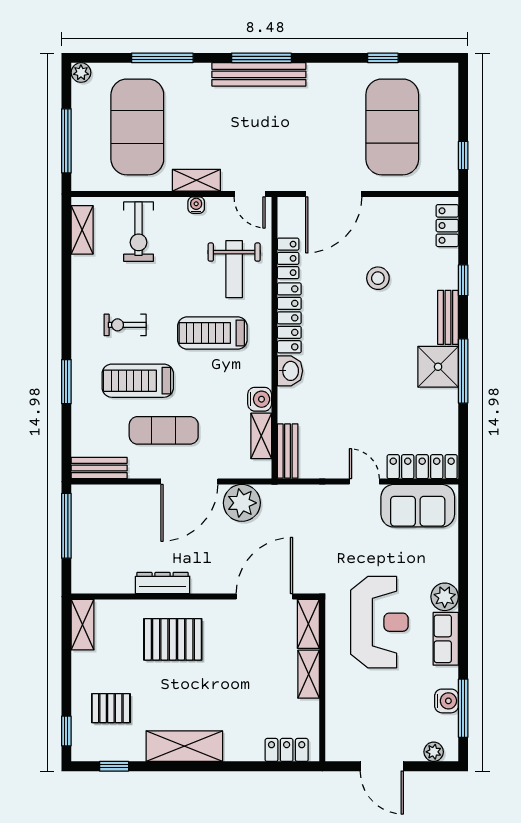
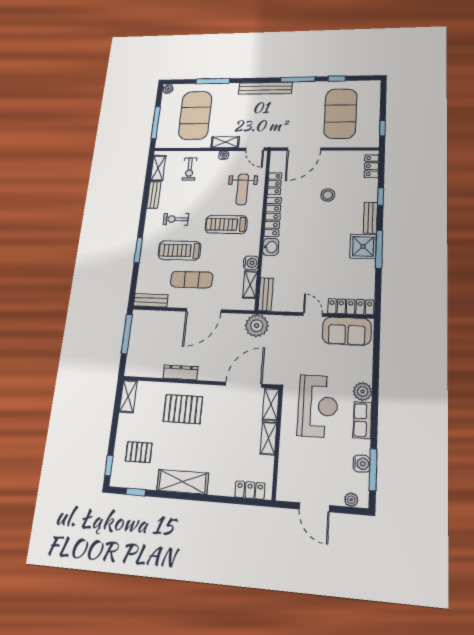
window: (261, 58) -> (298, 79), moved
exercise bike: (139, 232) -> (190, 169), width x0.73, depth x0.72
bench: (81, 281) -> (154, 195), added
plant: (242, 503) -> (257, 326), moved

